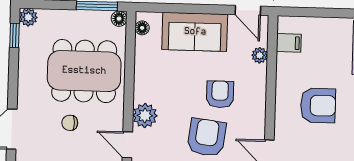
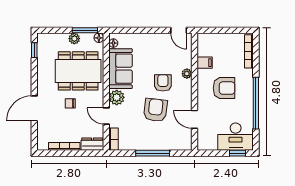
plant: (28, 17) -> (74, 39), moved
sofa: (195, 32) -> (121, 69), moved, turned -90
filing cabinet: (289, 43) -> (205, 63), moved
plant: (260, 55) -> (187, 74), moved

